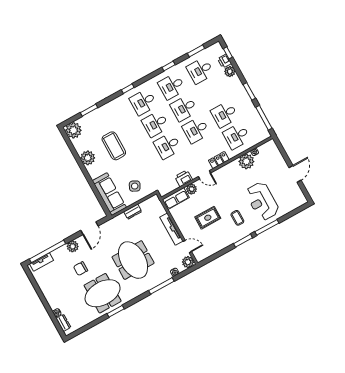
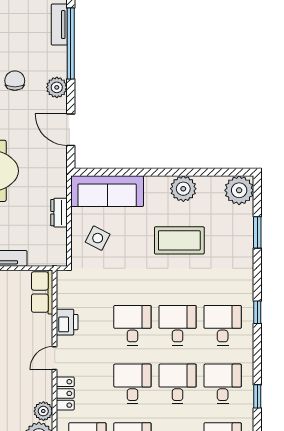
plant: (192, 189) -> (43, 411), moved

